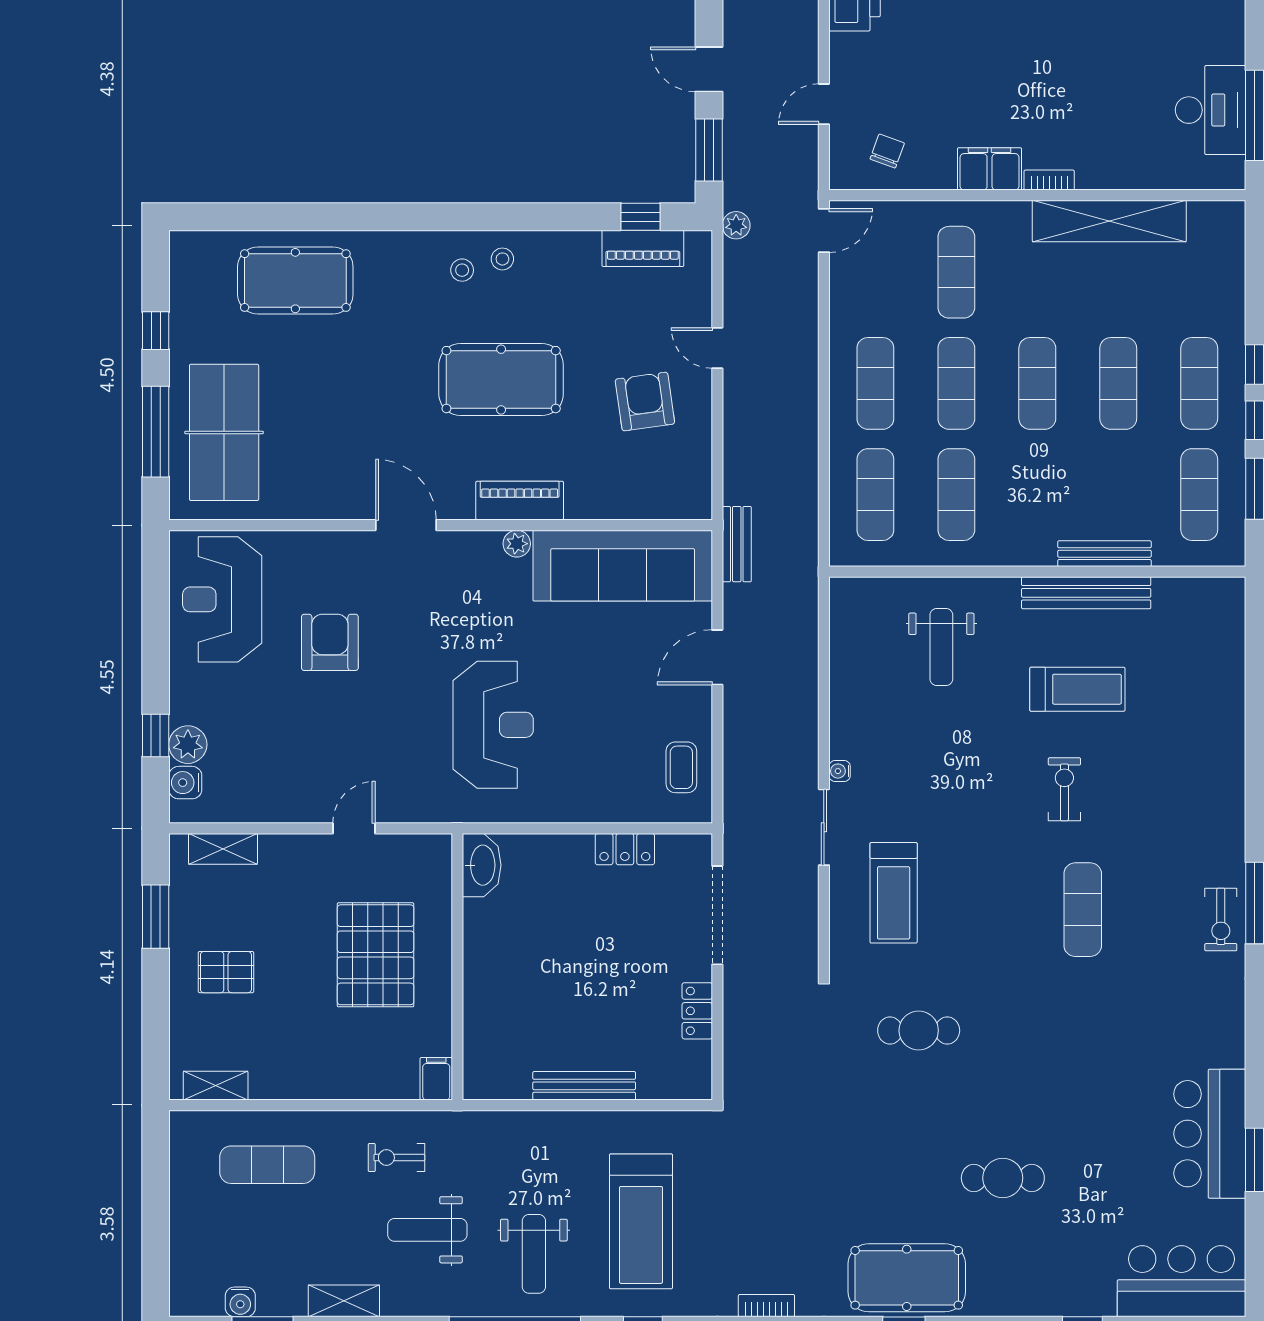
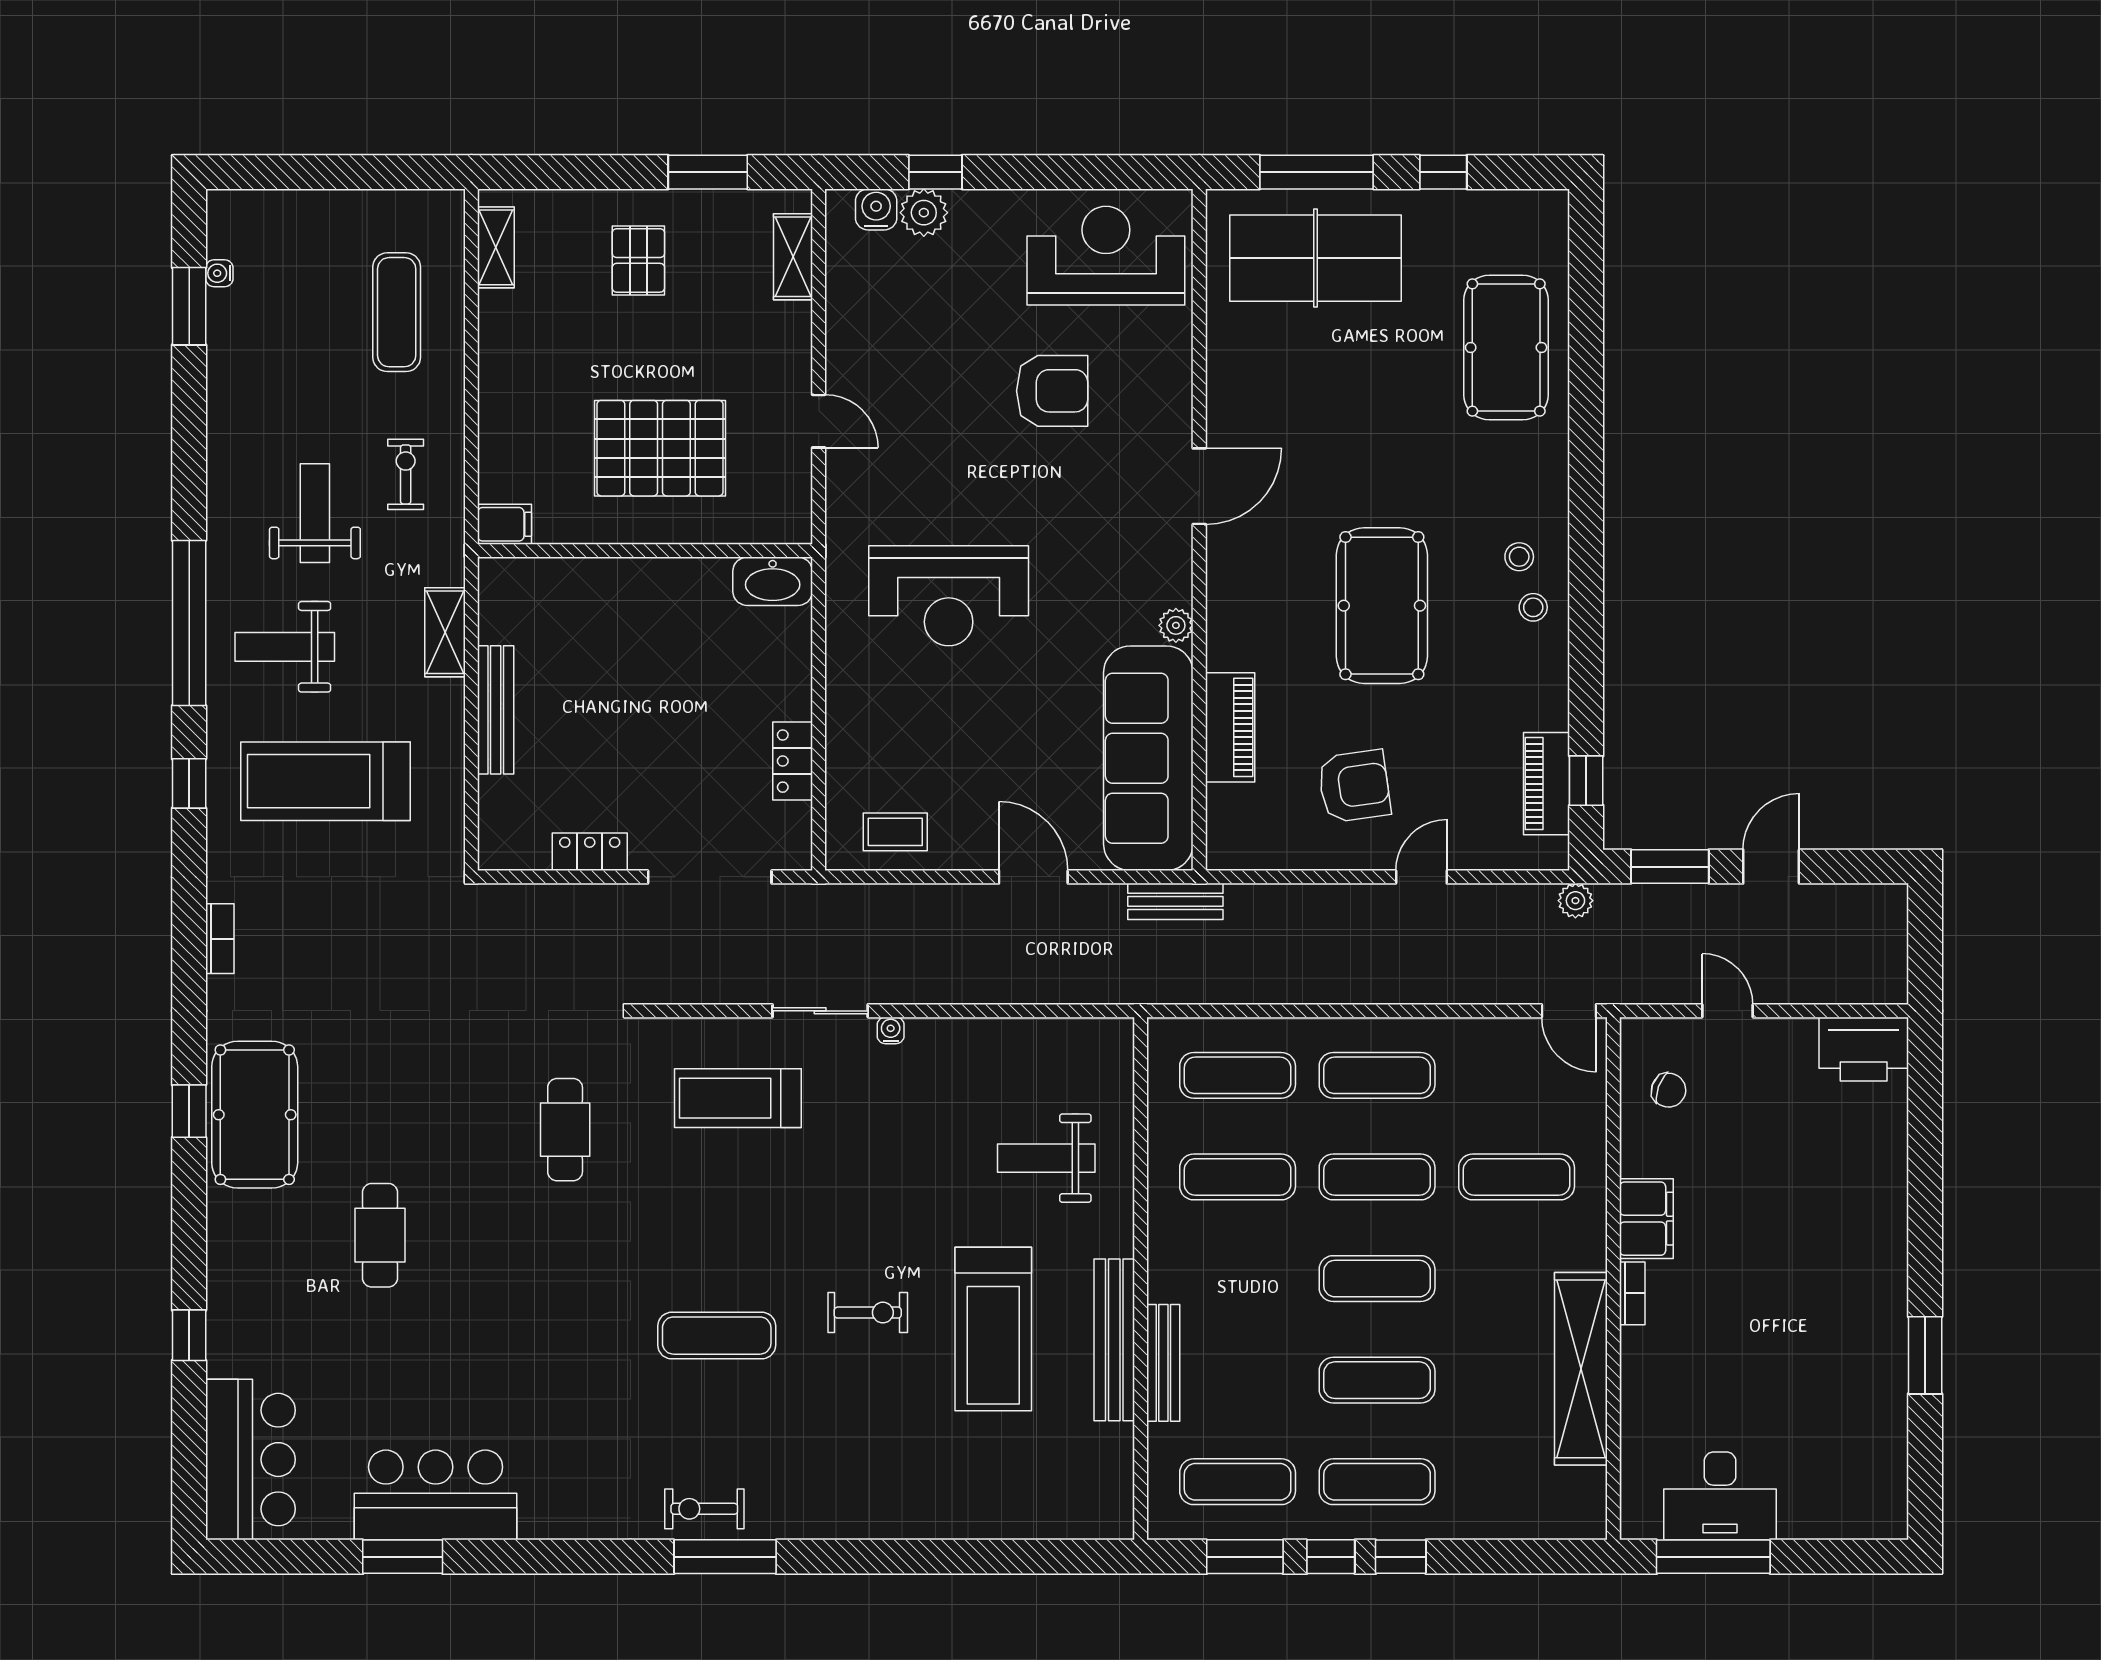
piano: (520, 501) -> (1230, 727), moved
treadmill: (1077, 689) -> (993, 1329), width x1.37, depth x1.38
shelving: (344, 1301) -> (445, 632), moved
water cooler: (240, 1302) -> (219, 273), width x0.72, depth x0.72

